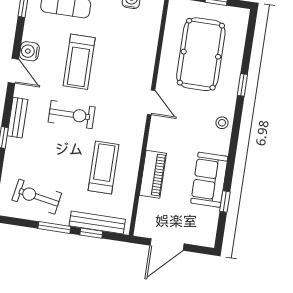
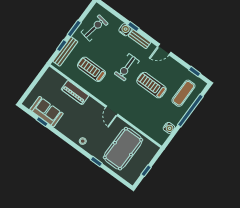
water cooler: (29, 51) -> (125, 30), moved
pool table: (201, 54) -> (123, 149), turned 90
door: (151, 102) -> (112, 111), hinge flipped
treadmill: (103, 168) -> (92, 69), turned 180
sofa: (209, 180) -> (46, 112), moved
door: (167, 245) -> (36, 81), removed

